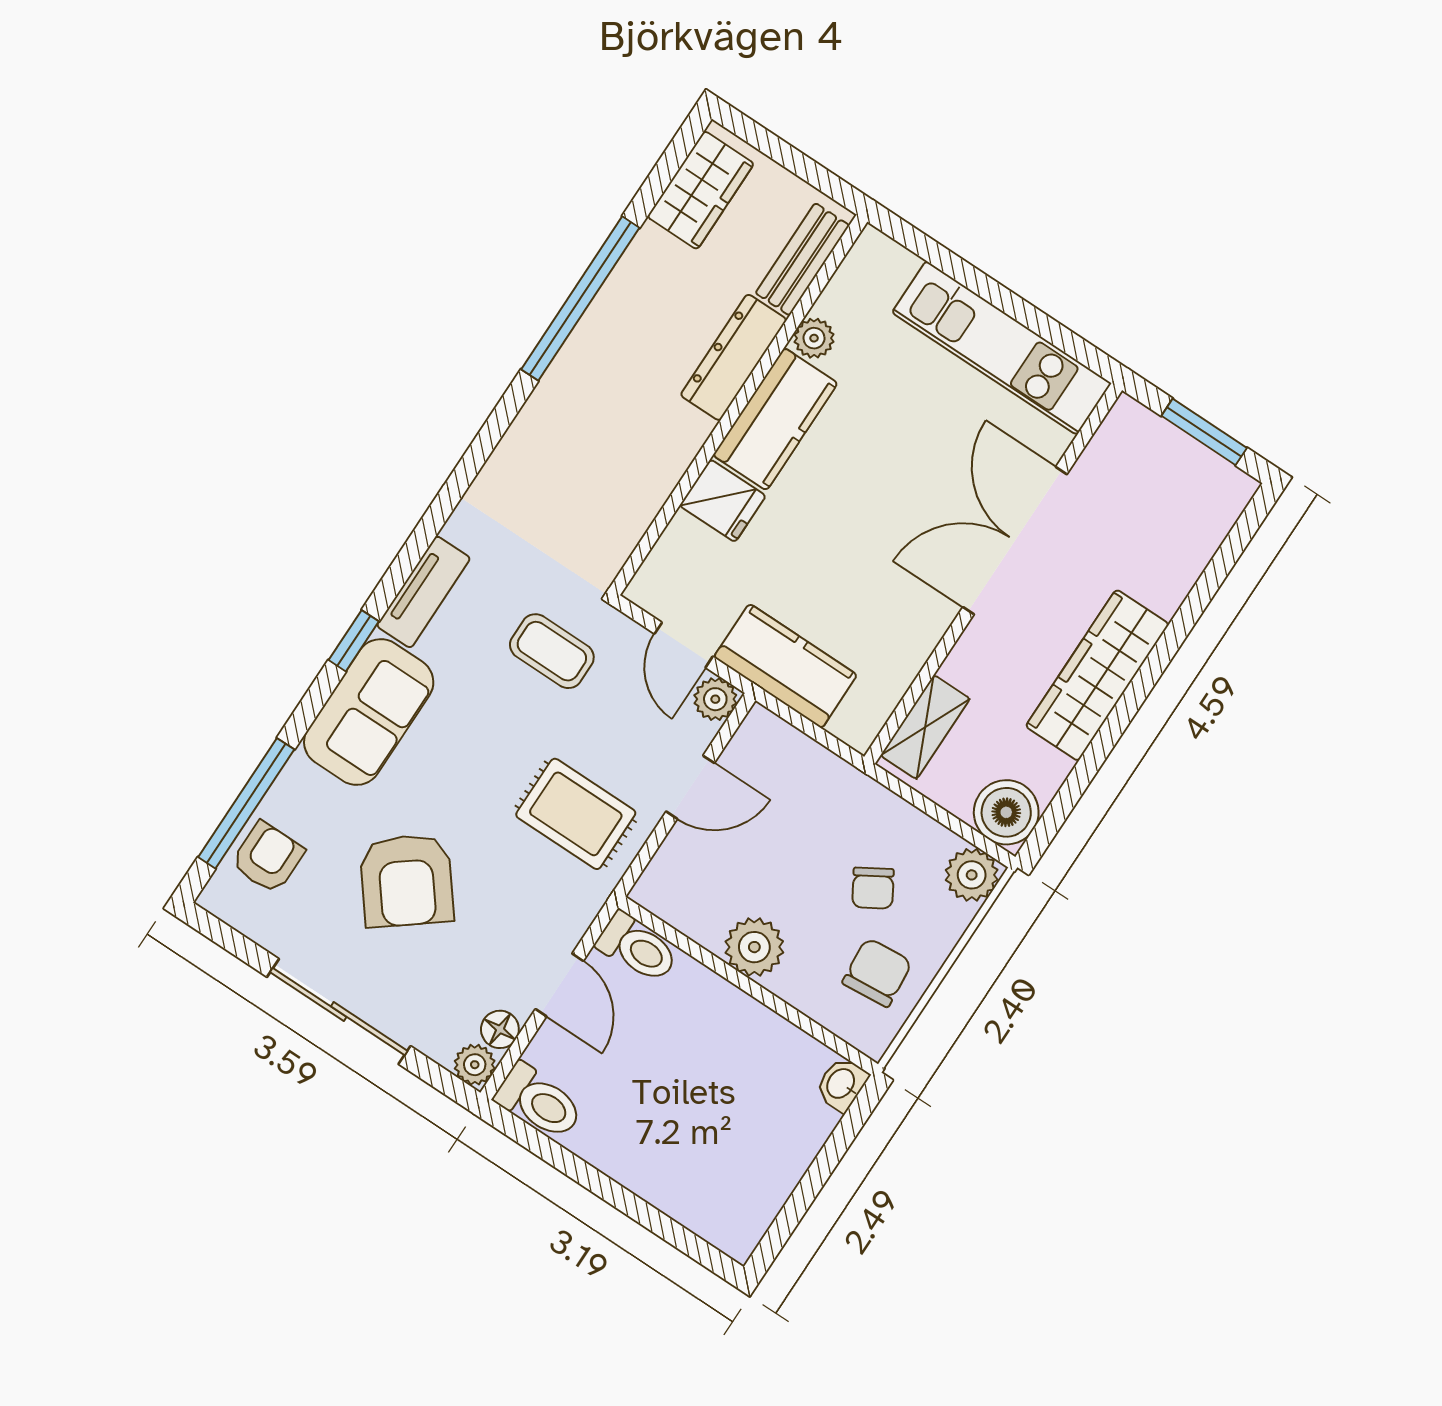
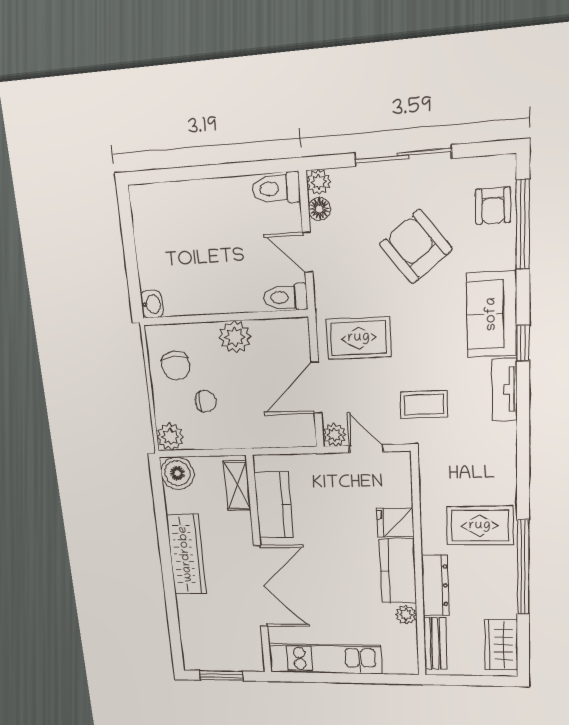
rug: (599, 409) -> (480, 526), added
kitchen counter: (785, 666) -> (274, 505), moved, turned -90
door: (690, 787) -> (316, 388), width x1.38
chair: (873, 888) -> (206, 401), turned 121

